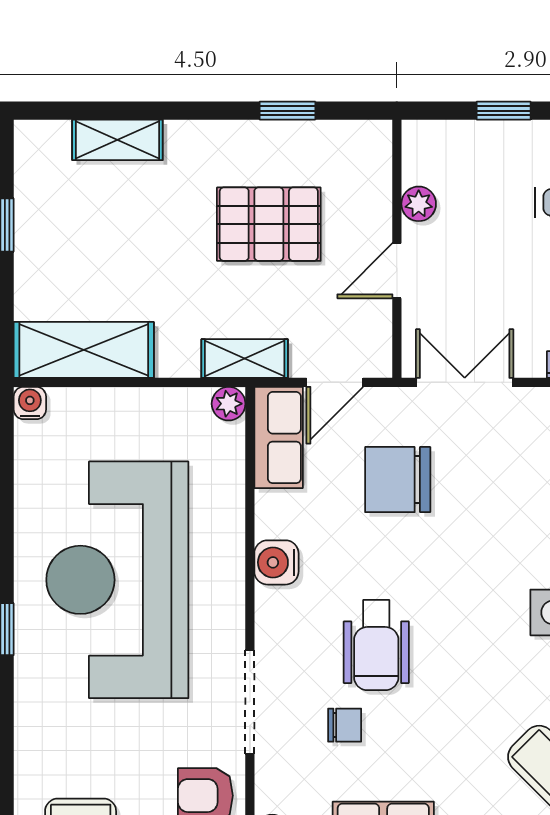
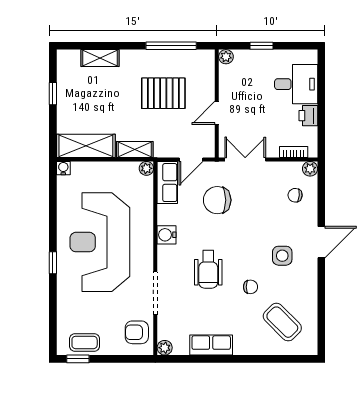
window: (287, 111) -> (171, 46), width x2.17
plant: (419, 204) -> (226, 57), moved
shelving: (245, 359) -> (135, 149), moved
chair: (345, 725) -> (250, 287), moved

